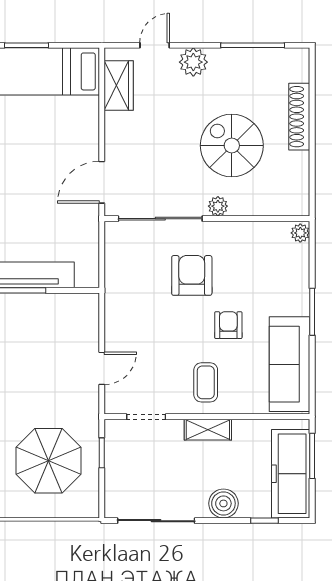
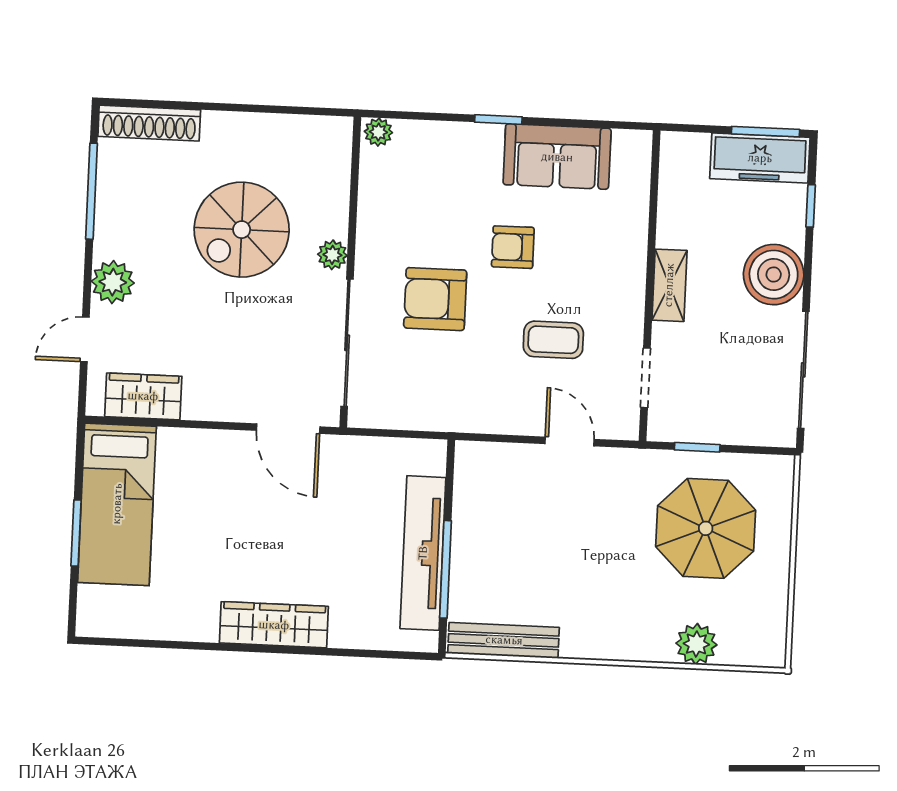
door: (155, 45) -> (85, 339), hinge flipped
shoe rack: (299, 117) -> (149, 123), moved
window: (312, 312) -> (498, 120), width x0.67
sofa: (290, 364) -> (557, 157), width x0.73
coffee table: (206, 382) -> (553, 340), moved
window: (312, 456) -> (765, 132), moved
freezer: (291, 474) -> (760, 158), width x0.73, depth x0.79
boiler: (223, 503) -> (774, 275), width x1.37, depth x1.37

